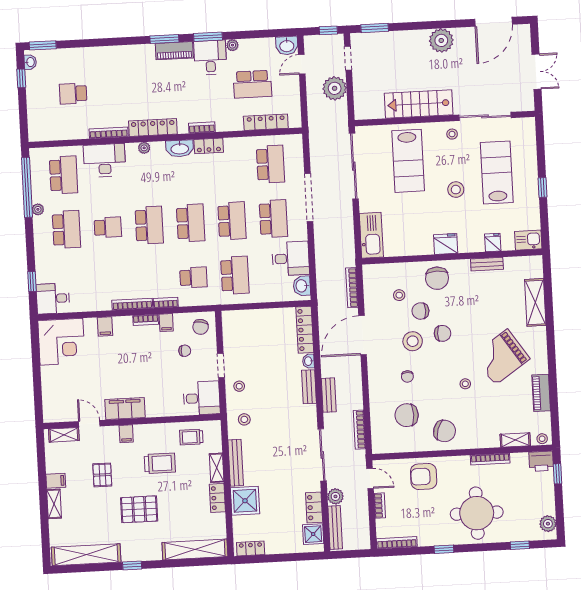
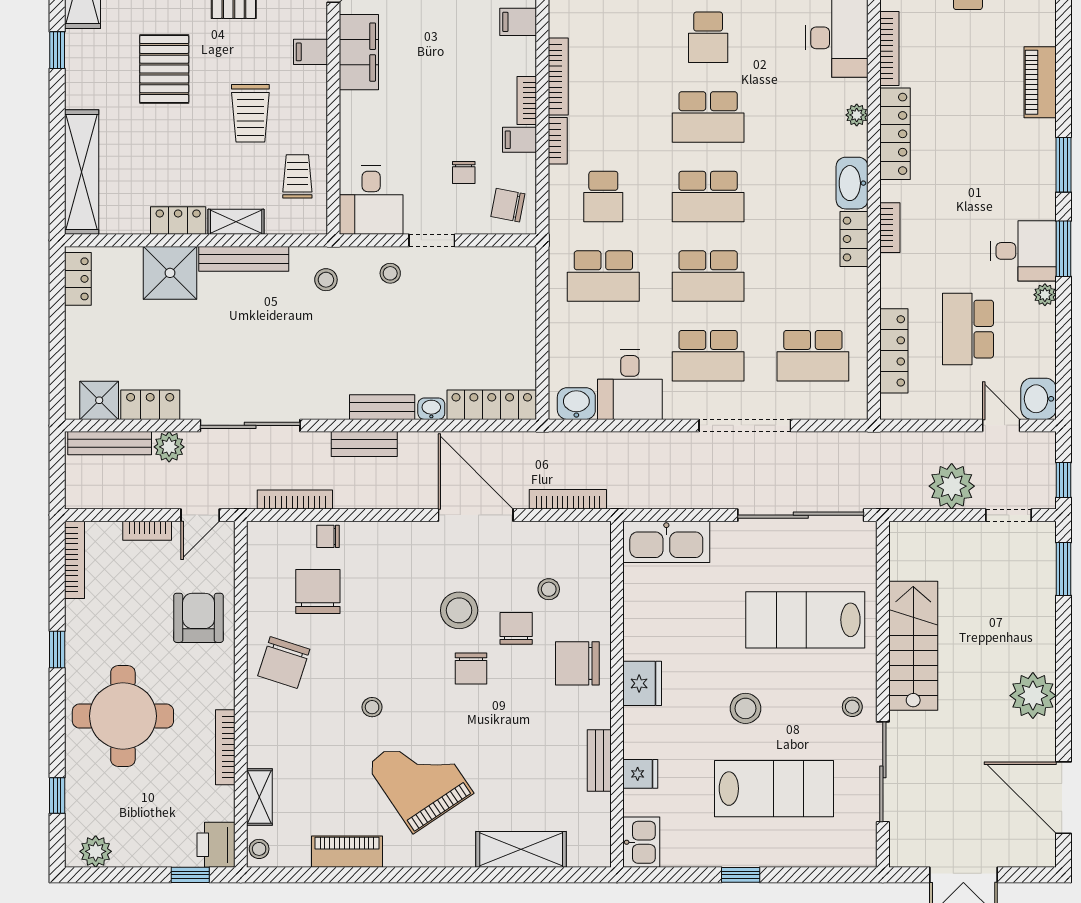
piano: (174, 51) -> (1040, 82), moved
chair: (407, 376) -> (328, 536), moved

